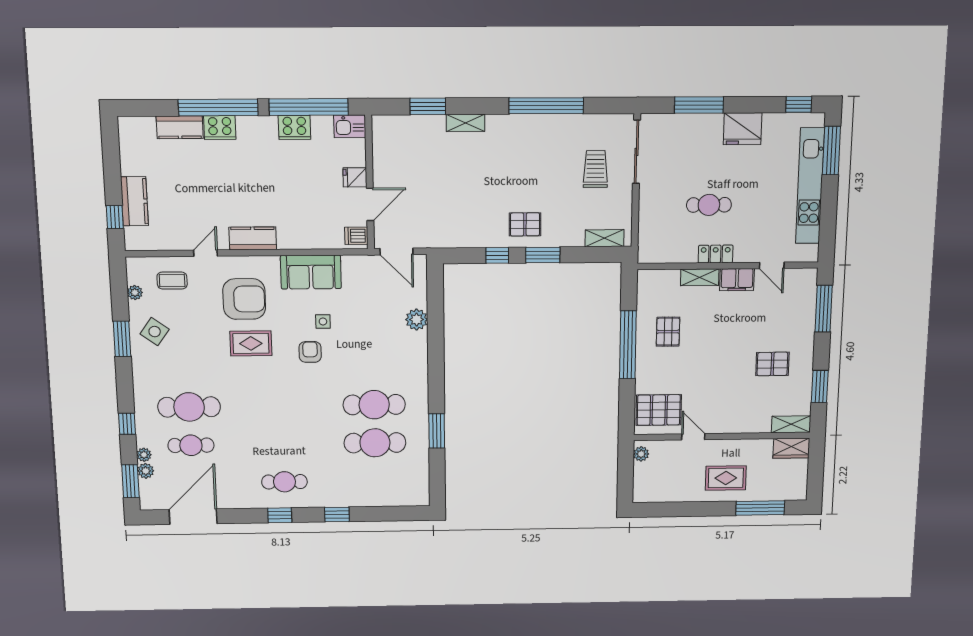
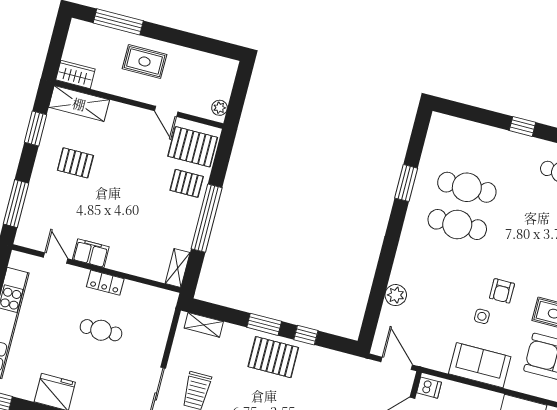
pallet: (525, 224) -> (273, 357), width x1.50, depth x1.42
shelving: (700, 277) -> (178, 268), moved, turned 90
pallet: (668, 332) -> (187, 183), moved, turned 90
shelving: (791, 424) -> (79, 104), width x1.50, depth x1.33

